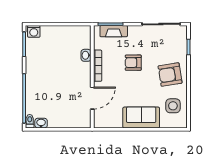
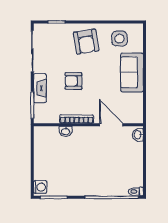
fireplace: (114, 31) -> (40, 88), moved
armchair: (133, 63) -> (73, 81), turned 90
washbasin: (41, 123) -> (138, 135), moved

